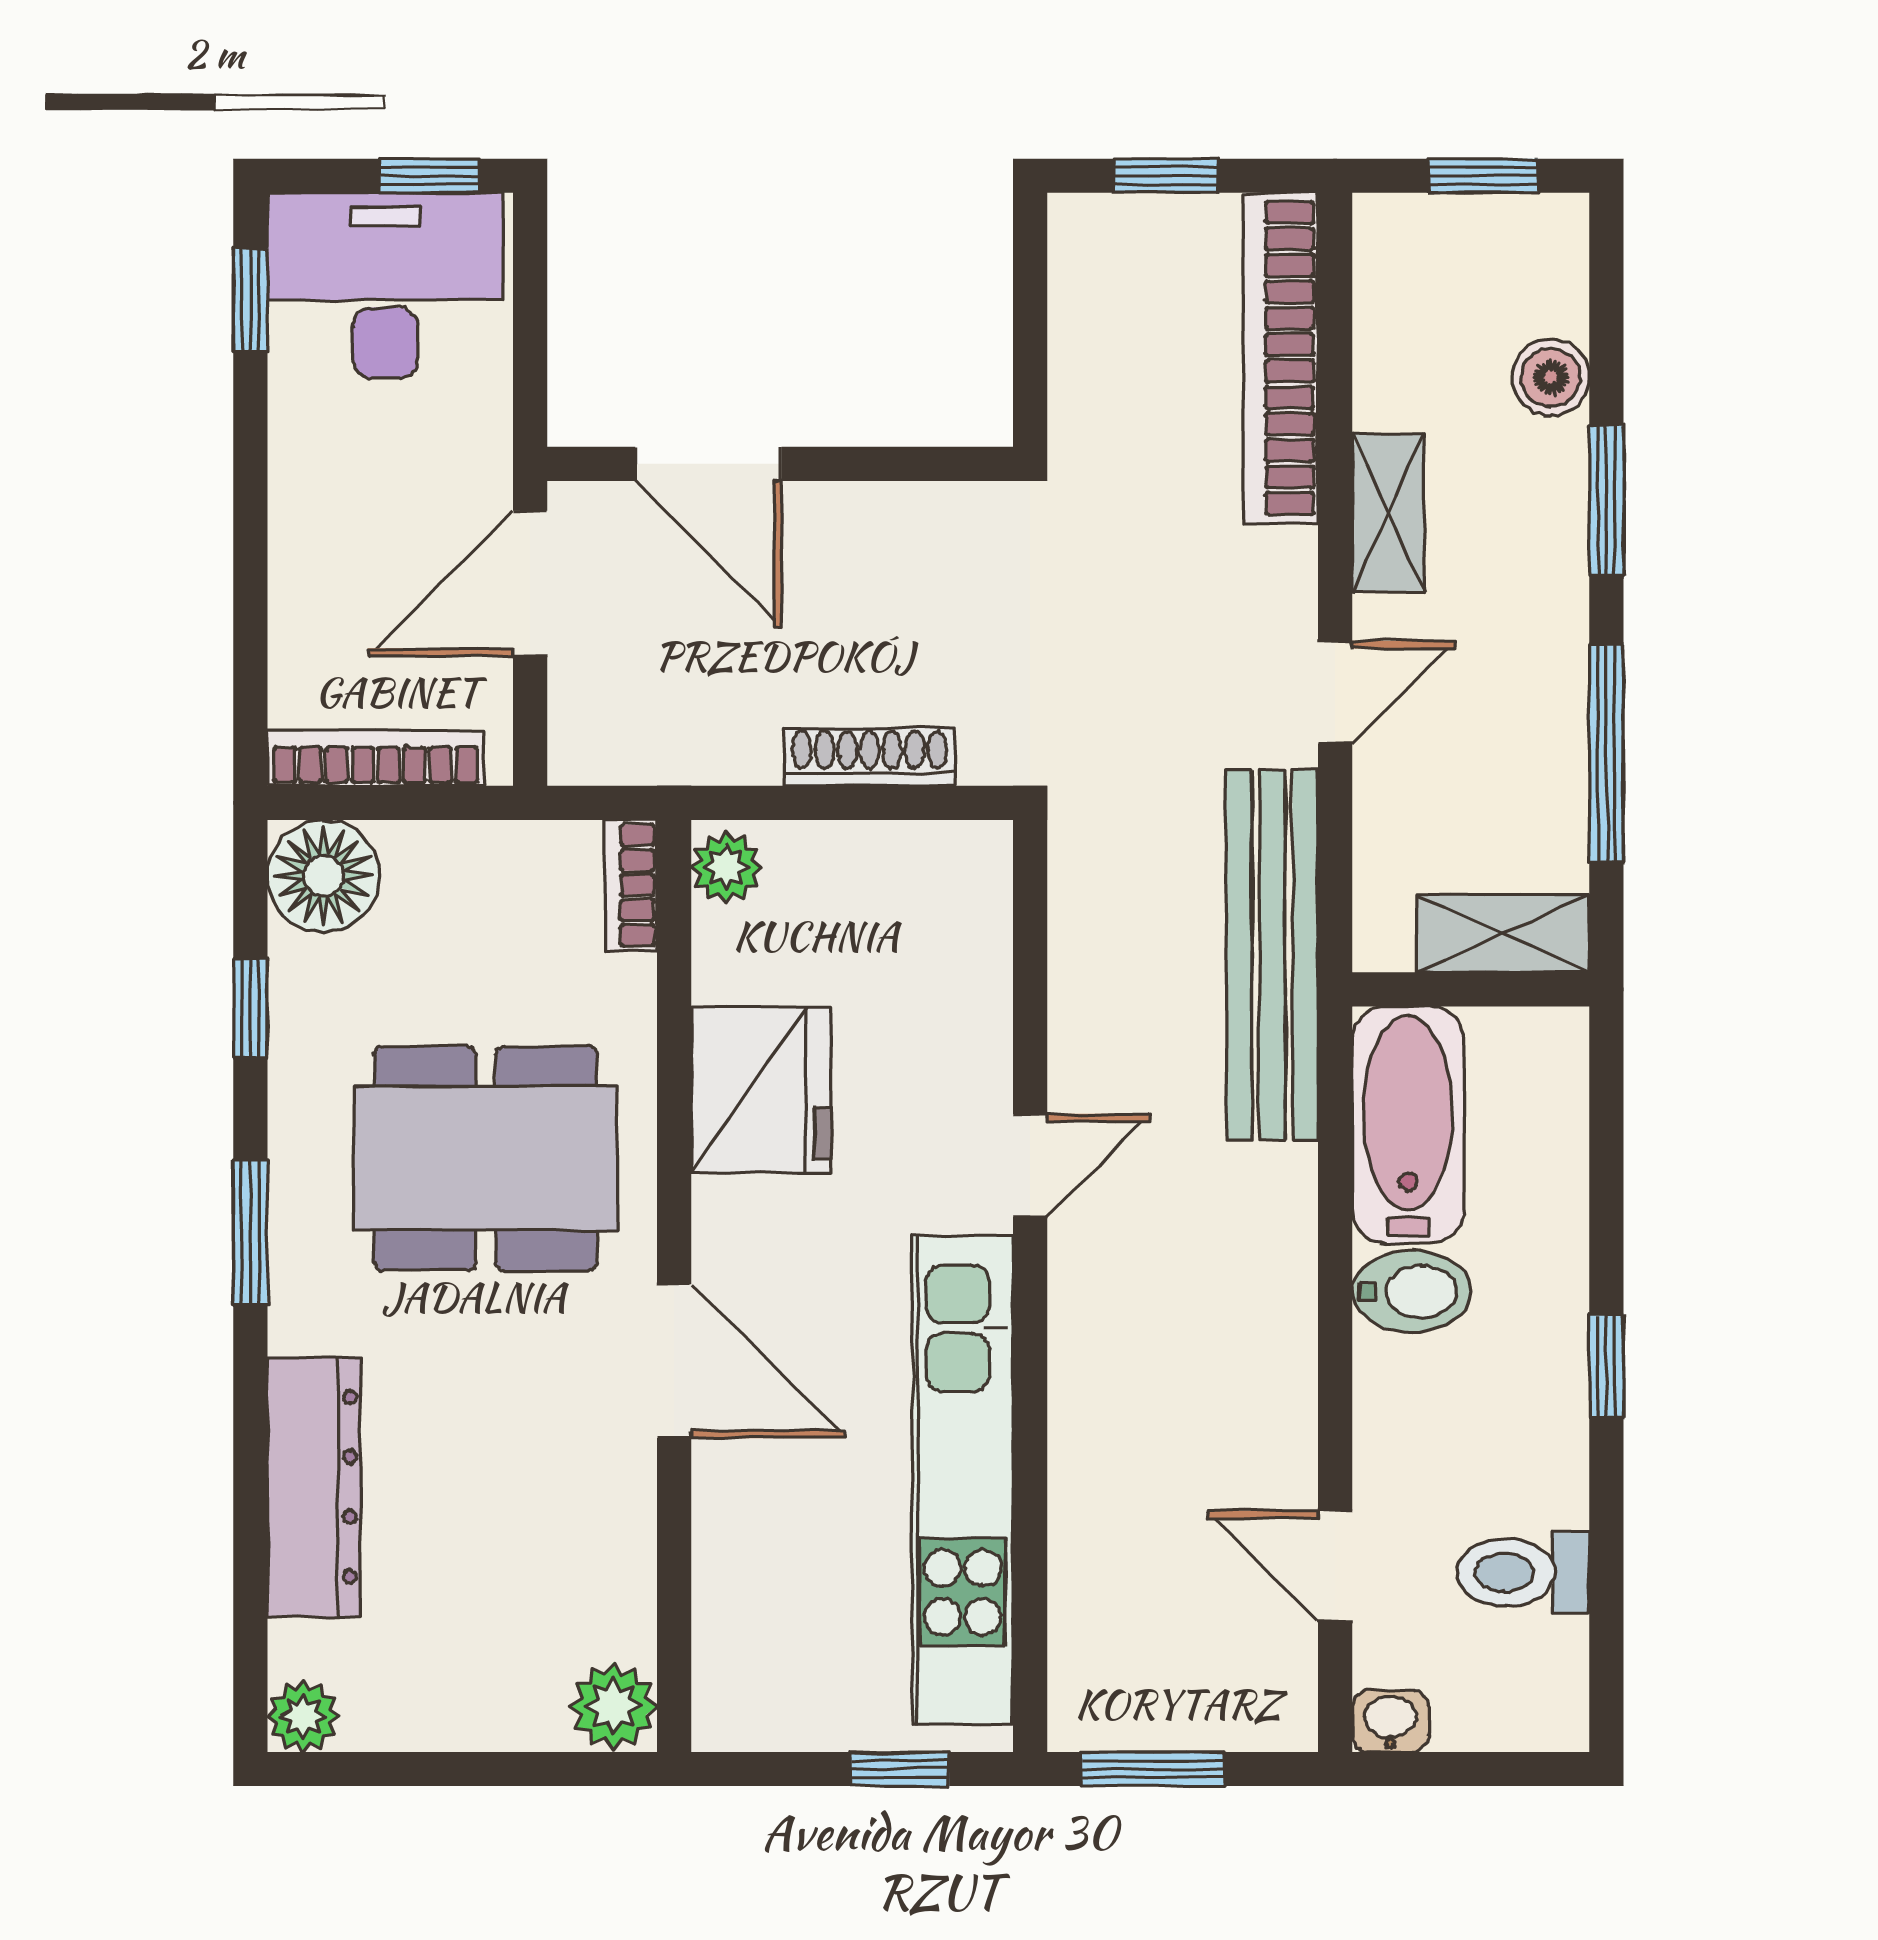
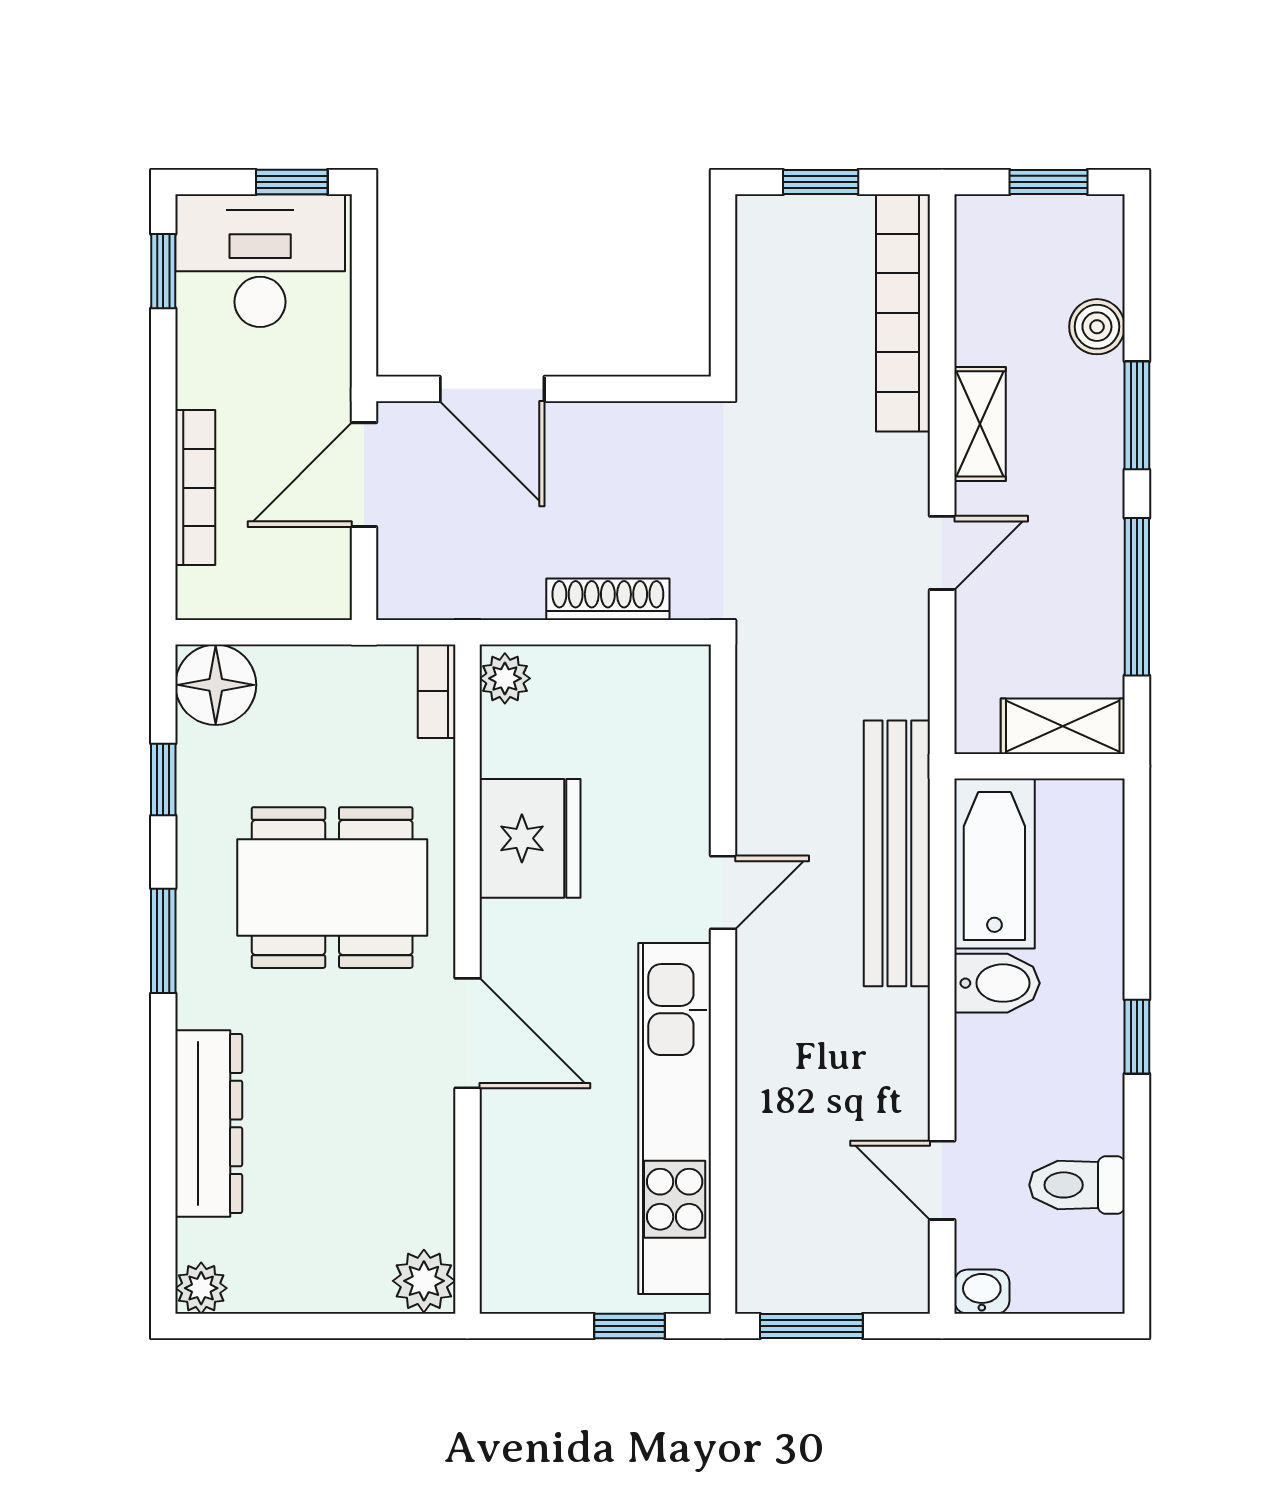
bookcase: (376, 758) -> (195, 488), moved, turned 90
bench: (1272, 955) -> (897, 853), moved

